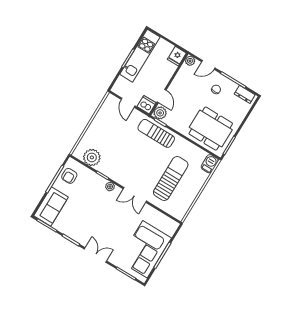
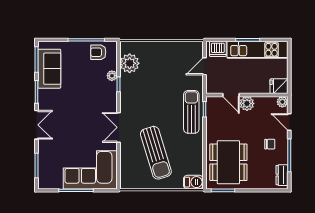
door: (162, 96) -> (231, 95), hinge flipped
dishwasher: (147, 105) -> (218, 49), moved, turned 90
plant: (160, 113) -> (247, 103), moved
sun lounger: (171, 178) -> (156, 153), turned 73
plant: (110, 187) -> (112, 76), moved
sofa: (51, 206) -> (49, 69), moved, turned -90
corner sofa: (145, 249) -> (90, 170), moved

